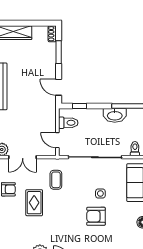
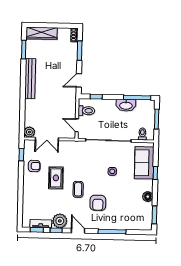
door: (59, 87) -> (79, 80), hinge flipped
coffee table: (56, 180) -> (78, 189), moved
armchair: (96, 216) -> (98, 203), moved, turned -90

